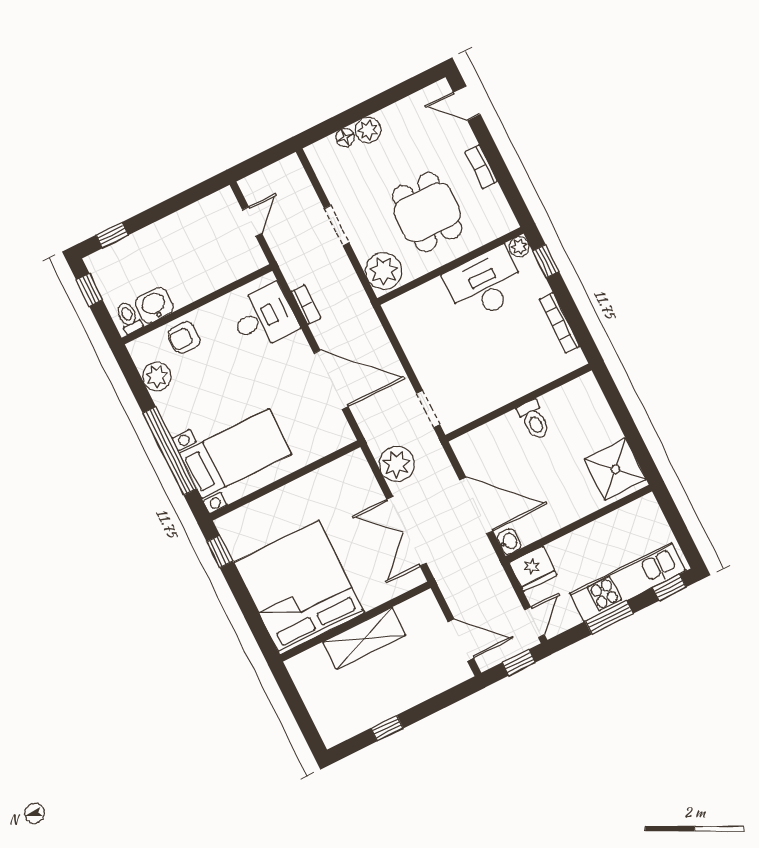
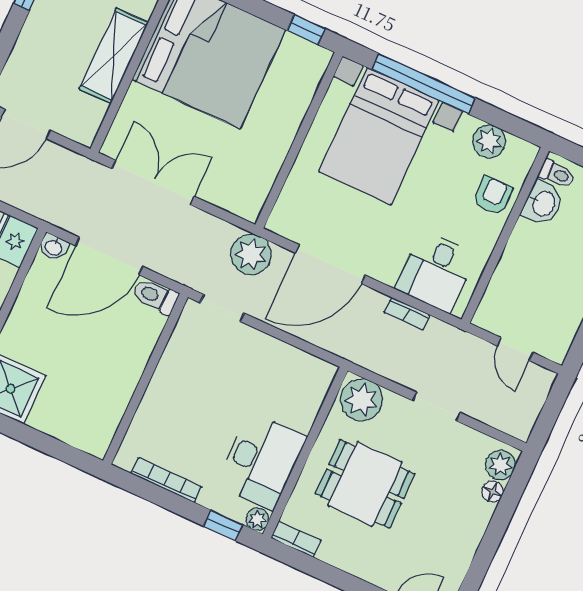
plant: (368, 130) -> (500, 465), moved
bookcase: (481, 167) -> (296, 539), moved
toilet: (534, 420) -> (155, 296), moved
bed with nightstands: (235, 454) -> (379, 136), width x1.36
plant: (397, 464) -> (251, 254), moved

